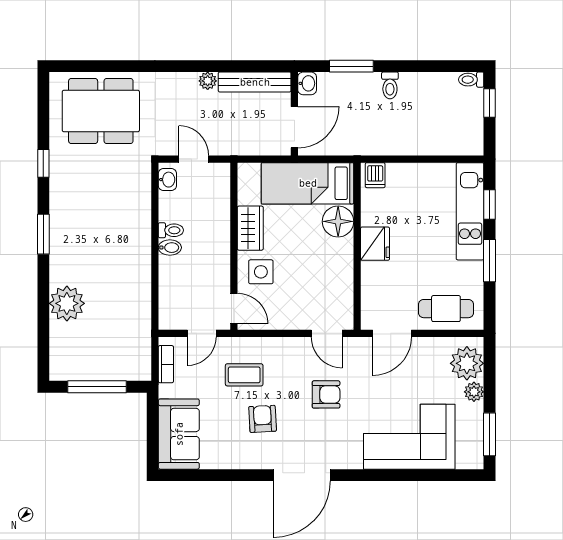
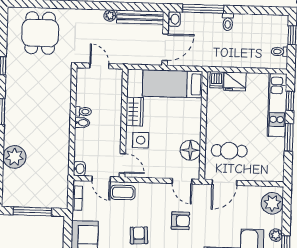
window: (351, 66) -> (203, 9), width x1.44
toilet: (471, 80) -> (280, 52), moved
dining table: (101, 111) -> (40, 33), width x0.73
washbasin: (167, 180) -> (79, 169), moved
floor lamp: (338, 221) -> (190, 150), moved
fridge: (375, 244) -> (235, 82), moved, turned 90
cafe table: (446, 309) -> (229, 151), moved
door: (202, 333) -> (101, 179), hinge flipped
coffee table: (244, 375) -> (123, 192), moved
plant: (474, 392) -> (276, 235), moved

